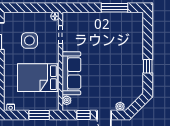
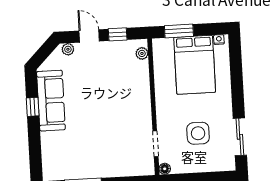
sofa: (71, 73) -> (51, 101), moved, turned 180
bed: (38, 78) -> (195, 65), moved, turned 90

